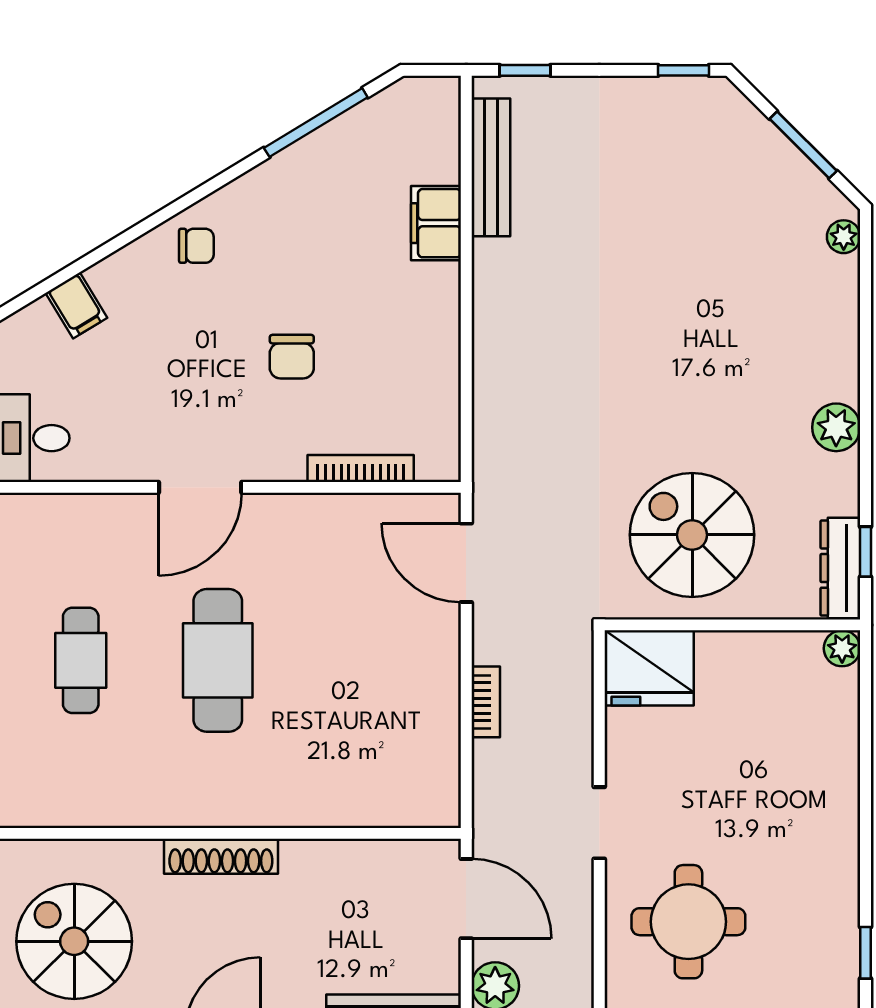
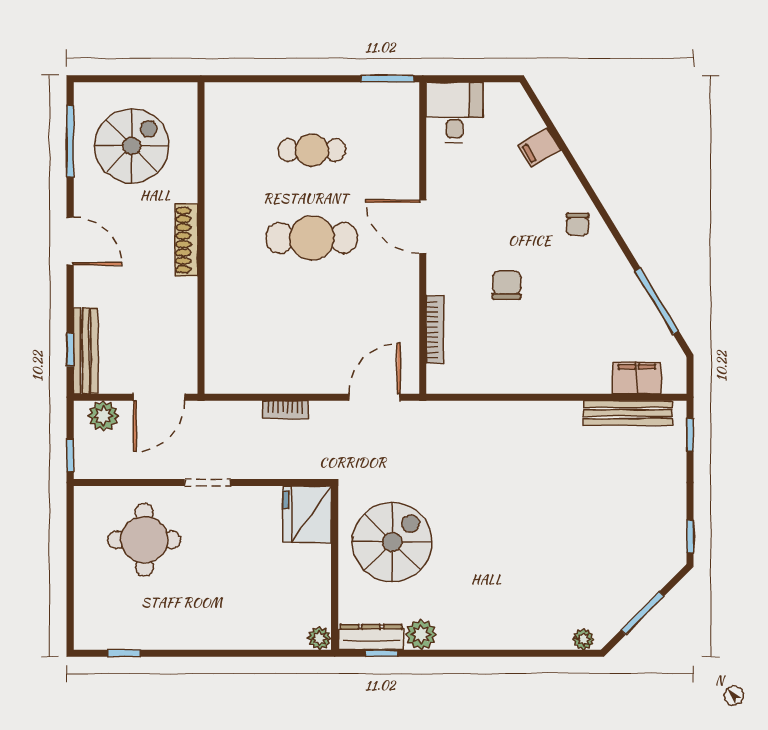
filing cabinet: (436, 223) -> (637, 378), moved
chair: (292, 357) -> (507, 285), turned 90
plant: (836, 427) -> (421, 634), moved

